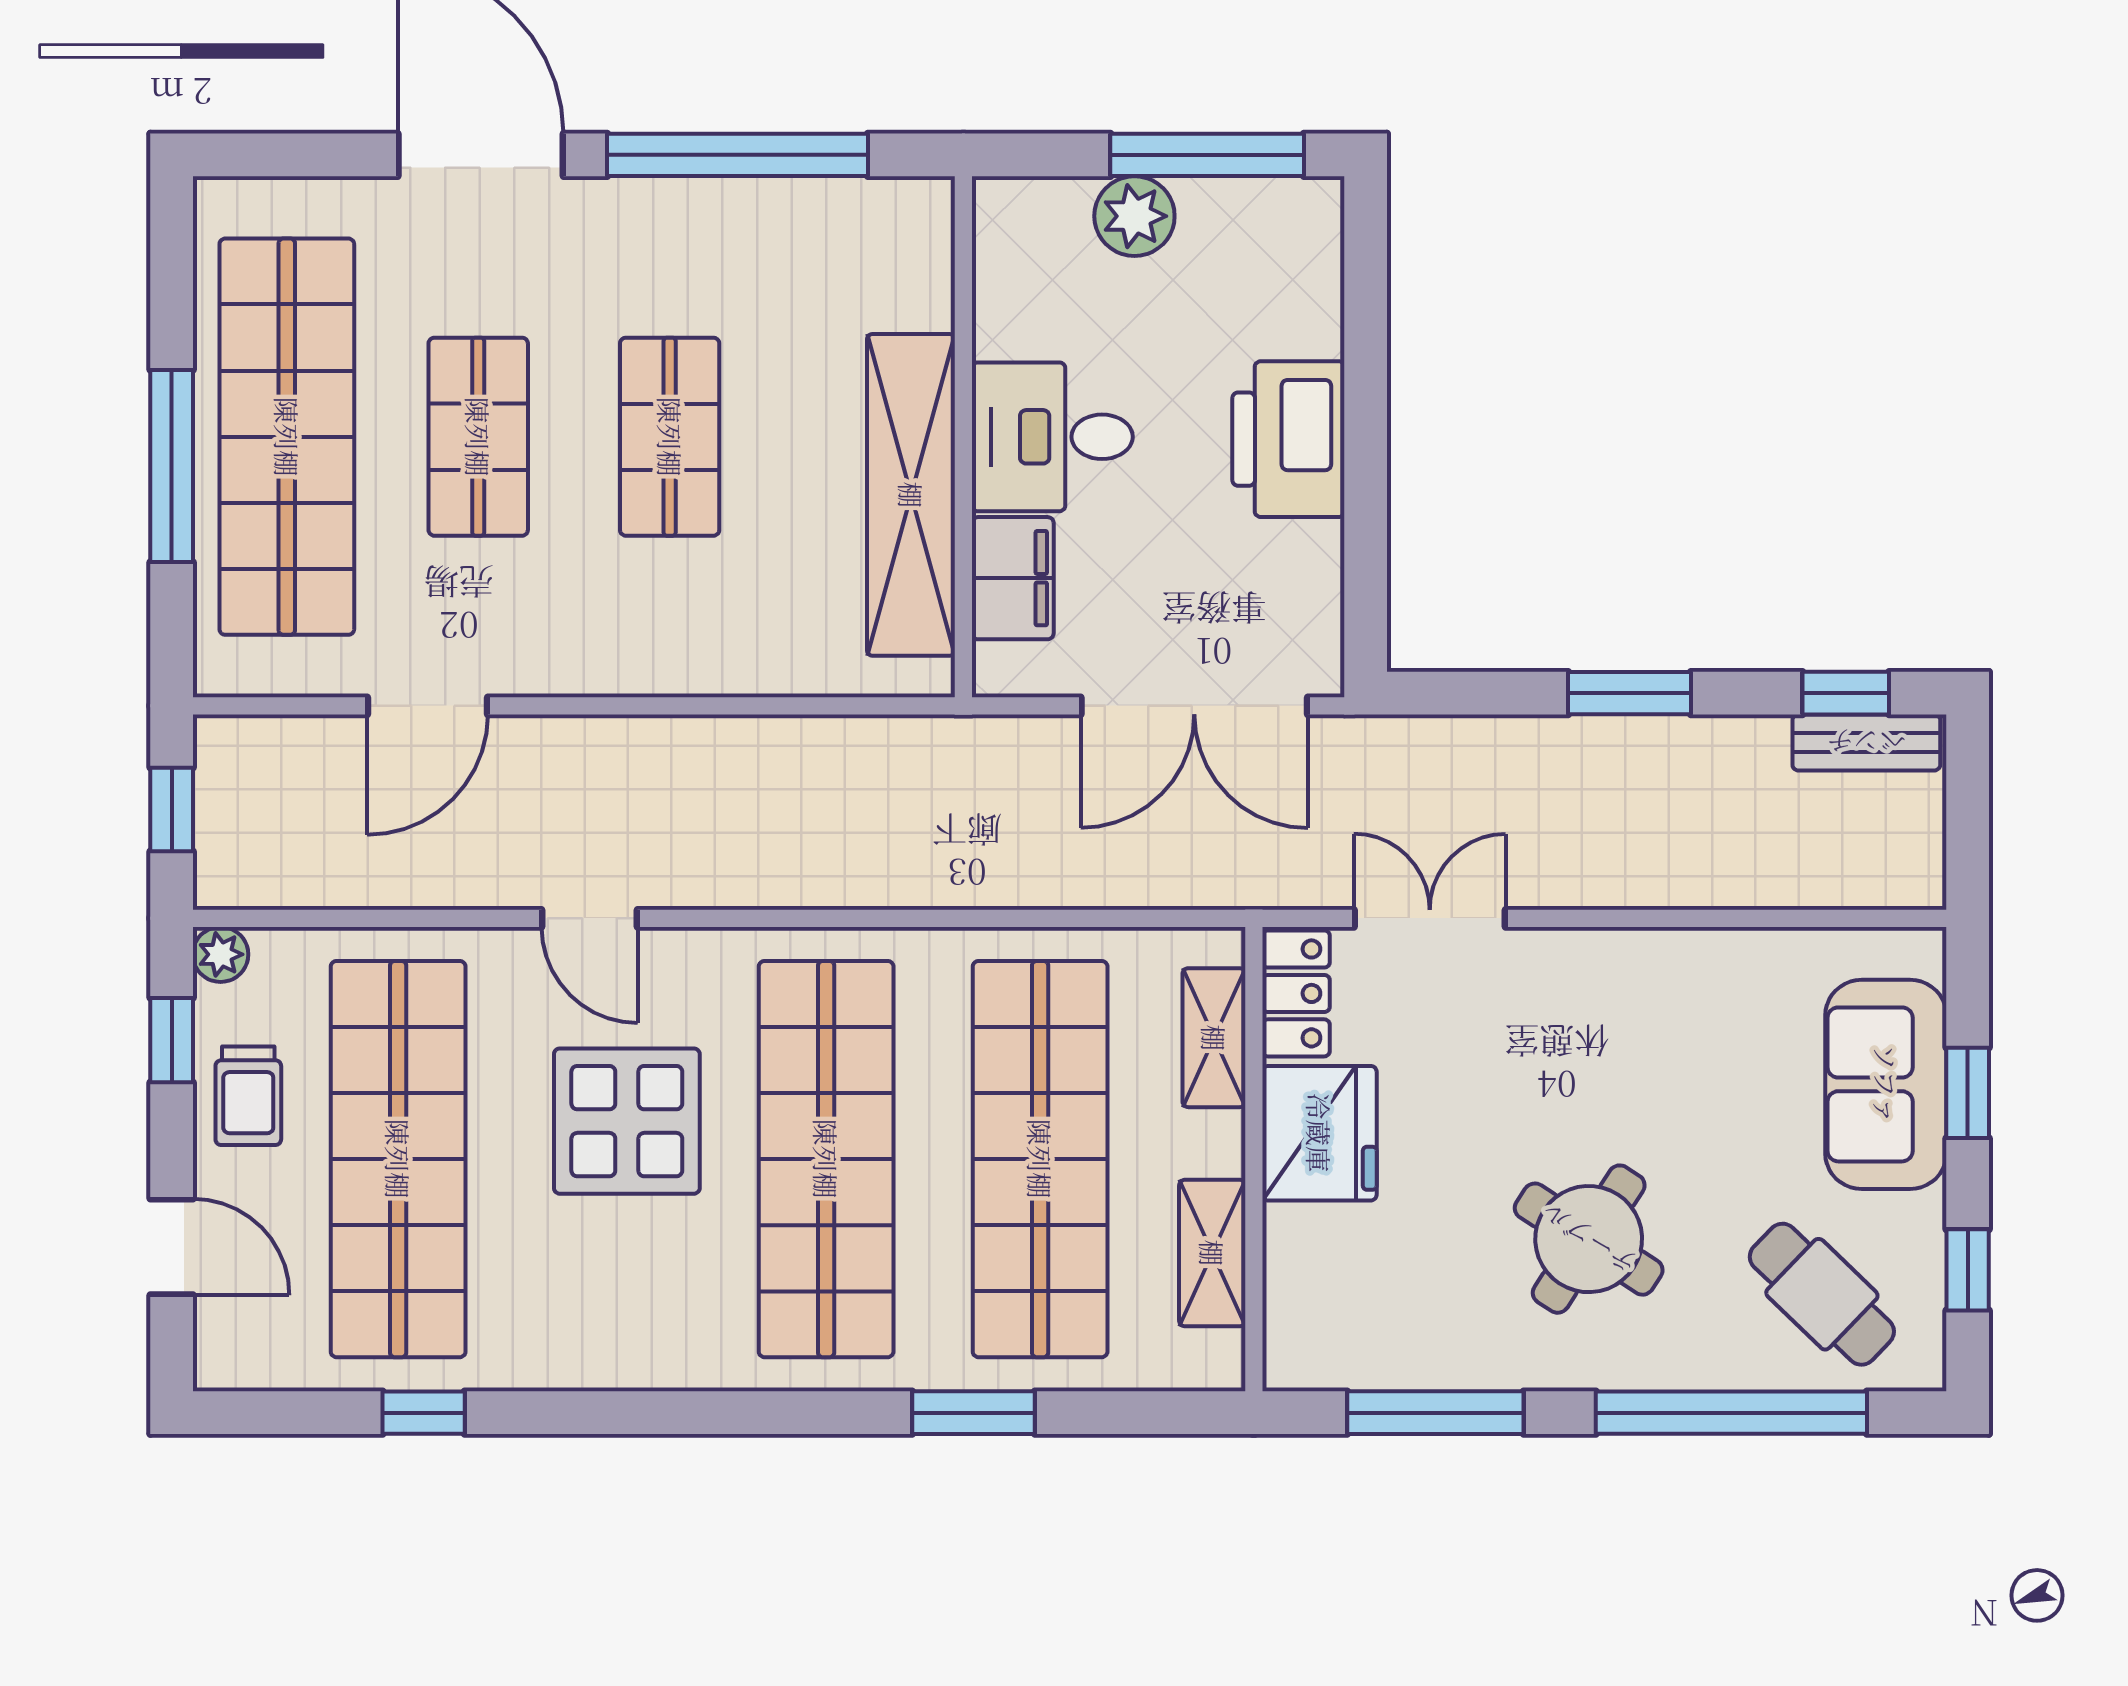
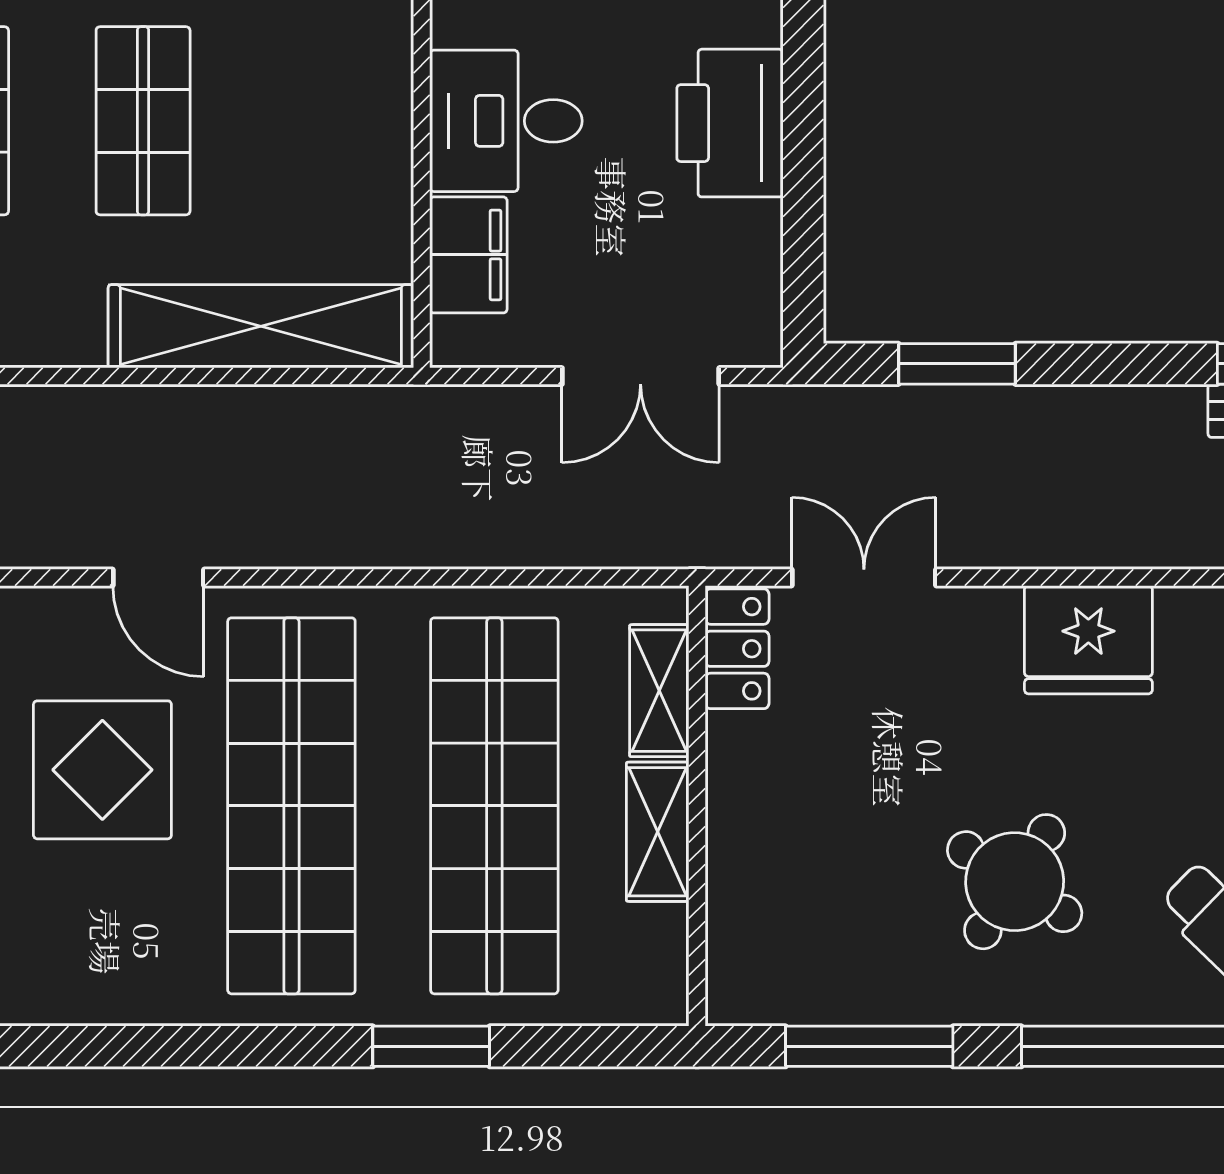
shelving: (911, 495) -> (261, 326), moved, turned 90
window: (1629, 693) -> (957, 364), moved
double door: (1194, 706) -> (641, 376), width x0.73
door: (590, 918) -> (158, 577), moved
fridge: (1319, 1133) -> (1088, 640), moved, turned 90
shelving: (1212, 1253) -> (658, 832), moved

